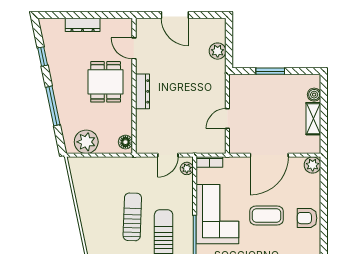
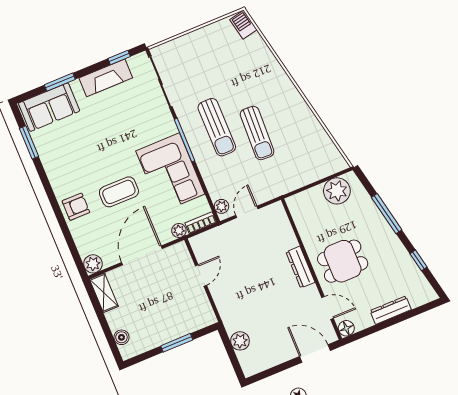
door: (175, 15) -> (315, 353), moved
dining table: (106, 82) -> (343, 261), turned 90
shelving: (313, 119) -> (104, 293), moved
floor lamp: (125, 142) -> (346, 328), moved
plant: (230, 163) -> (179, 231), added

